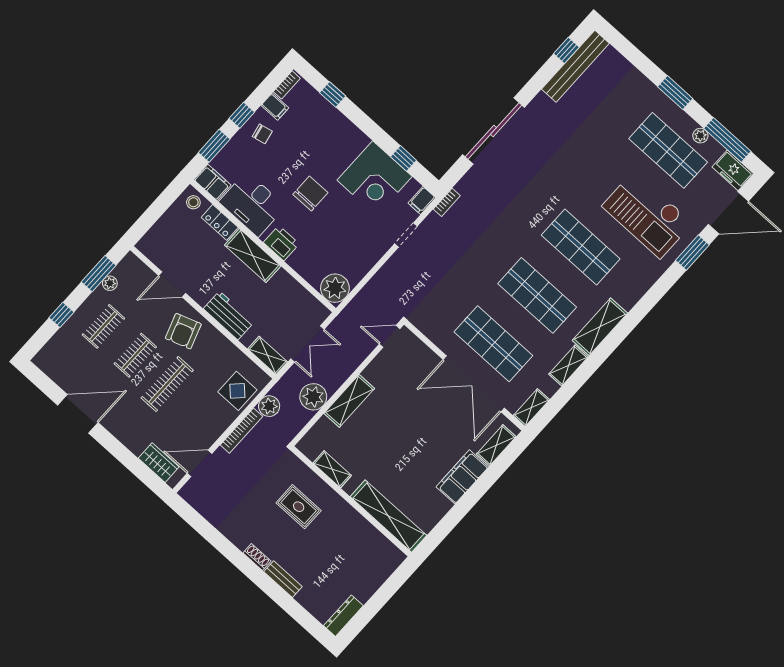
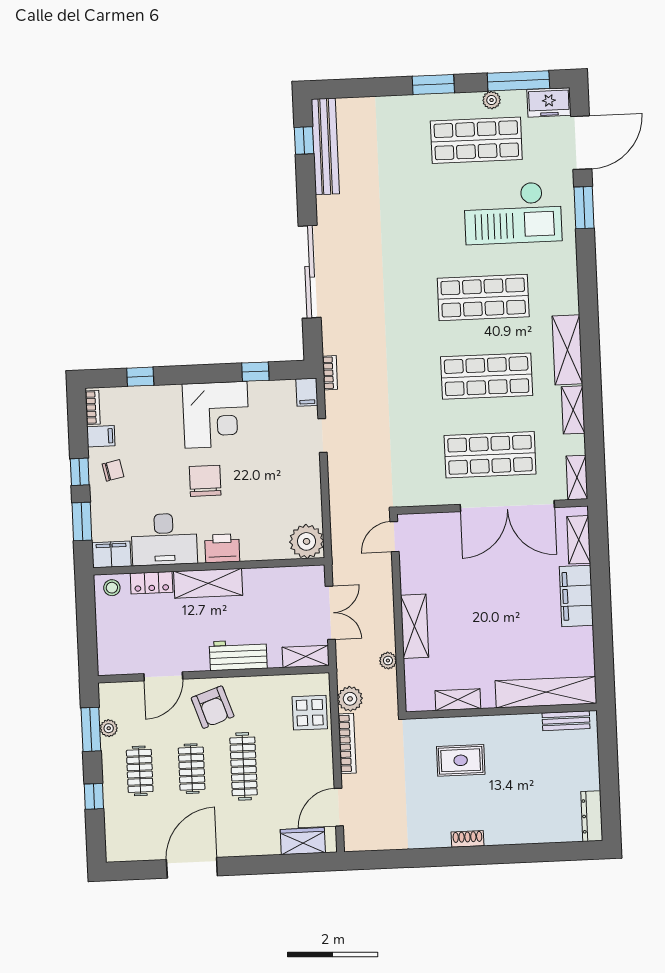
corner desk: (375, 178) -> (216, 415), moved
plant: (313, 397) -> (388, 661), width x0.53, depth x0.53
bench: (283, 579) -> (566, 721), moved

